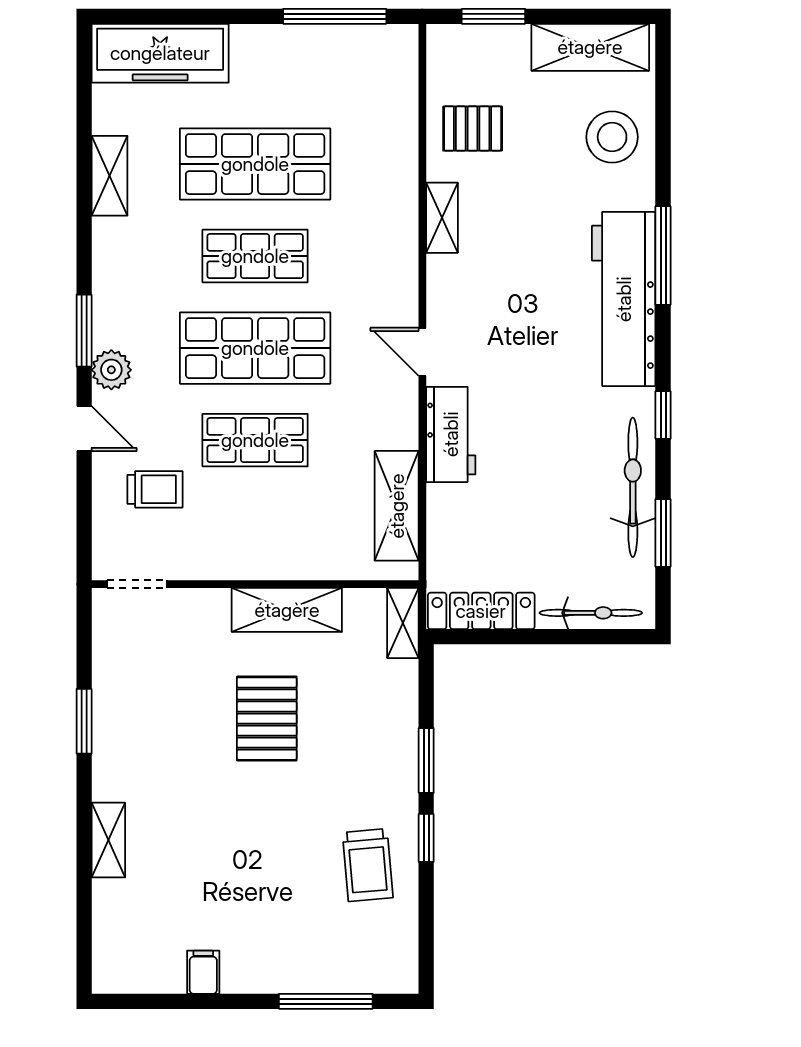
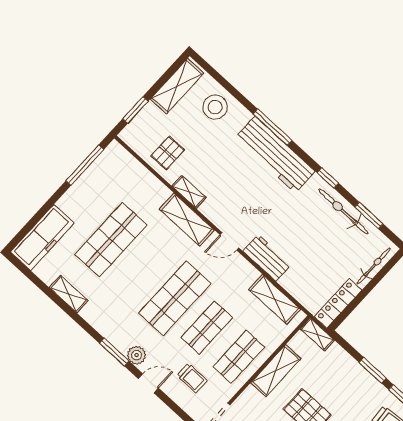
shelving: (395, 254) -> (187, 220), added
shop shelf: (255, 256) -> (239, 357), moved
trolley: (155, 489) -> (192, 378), turned 90

